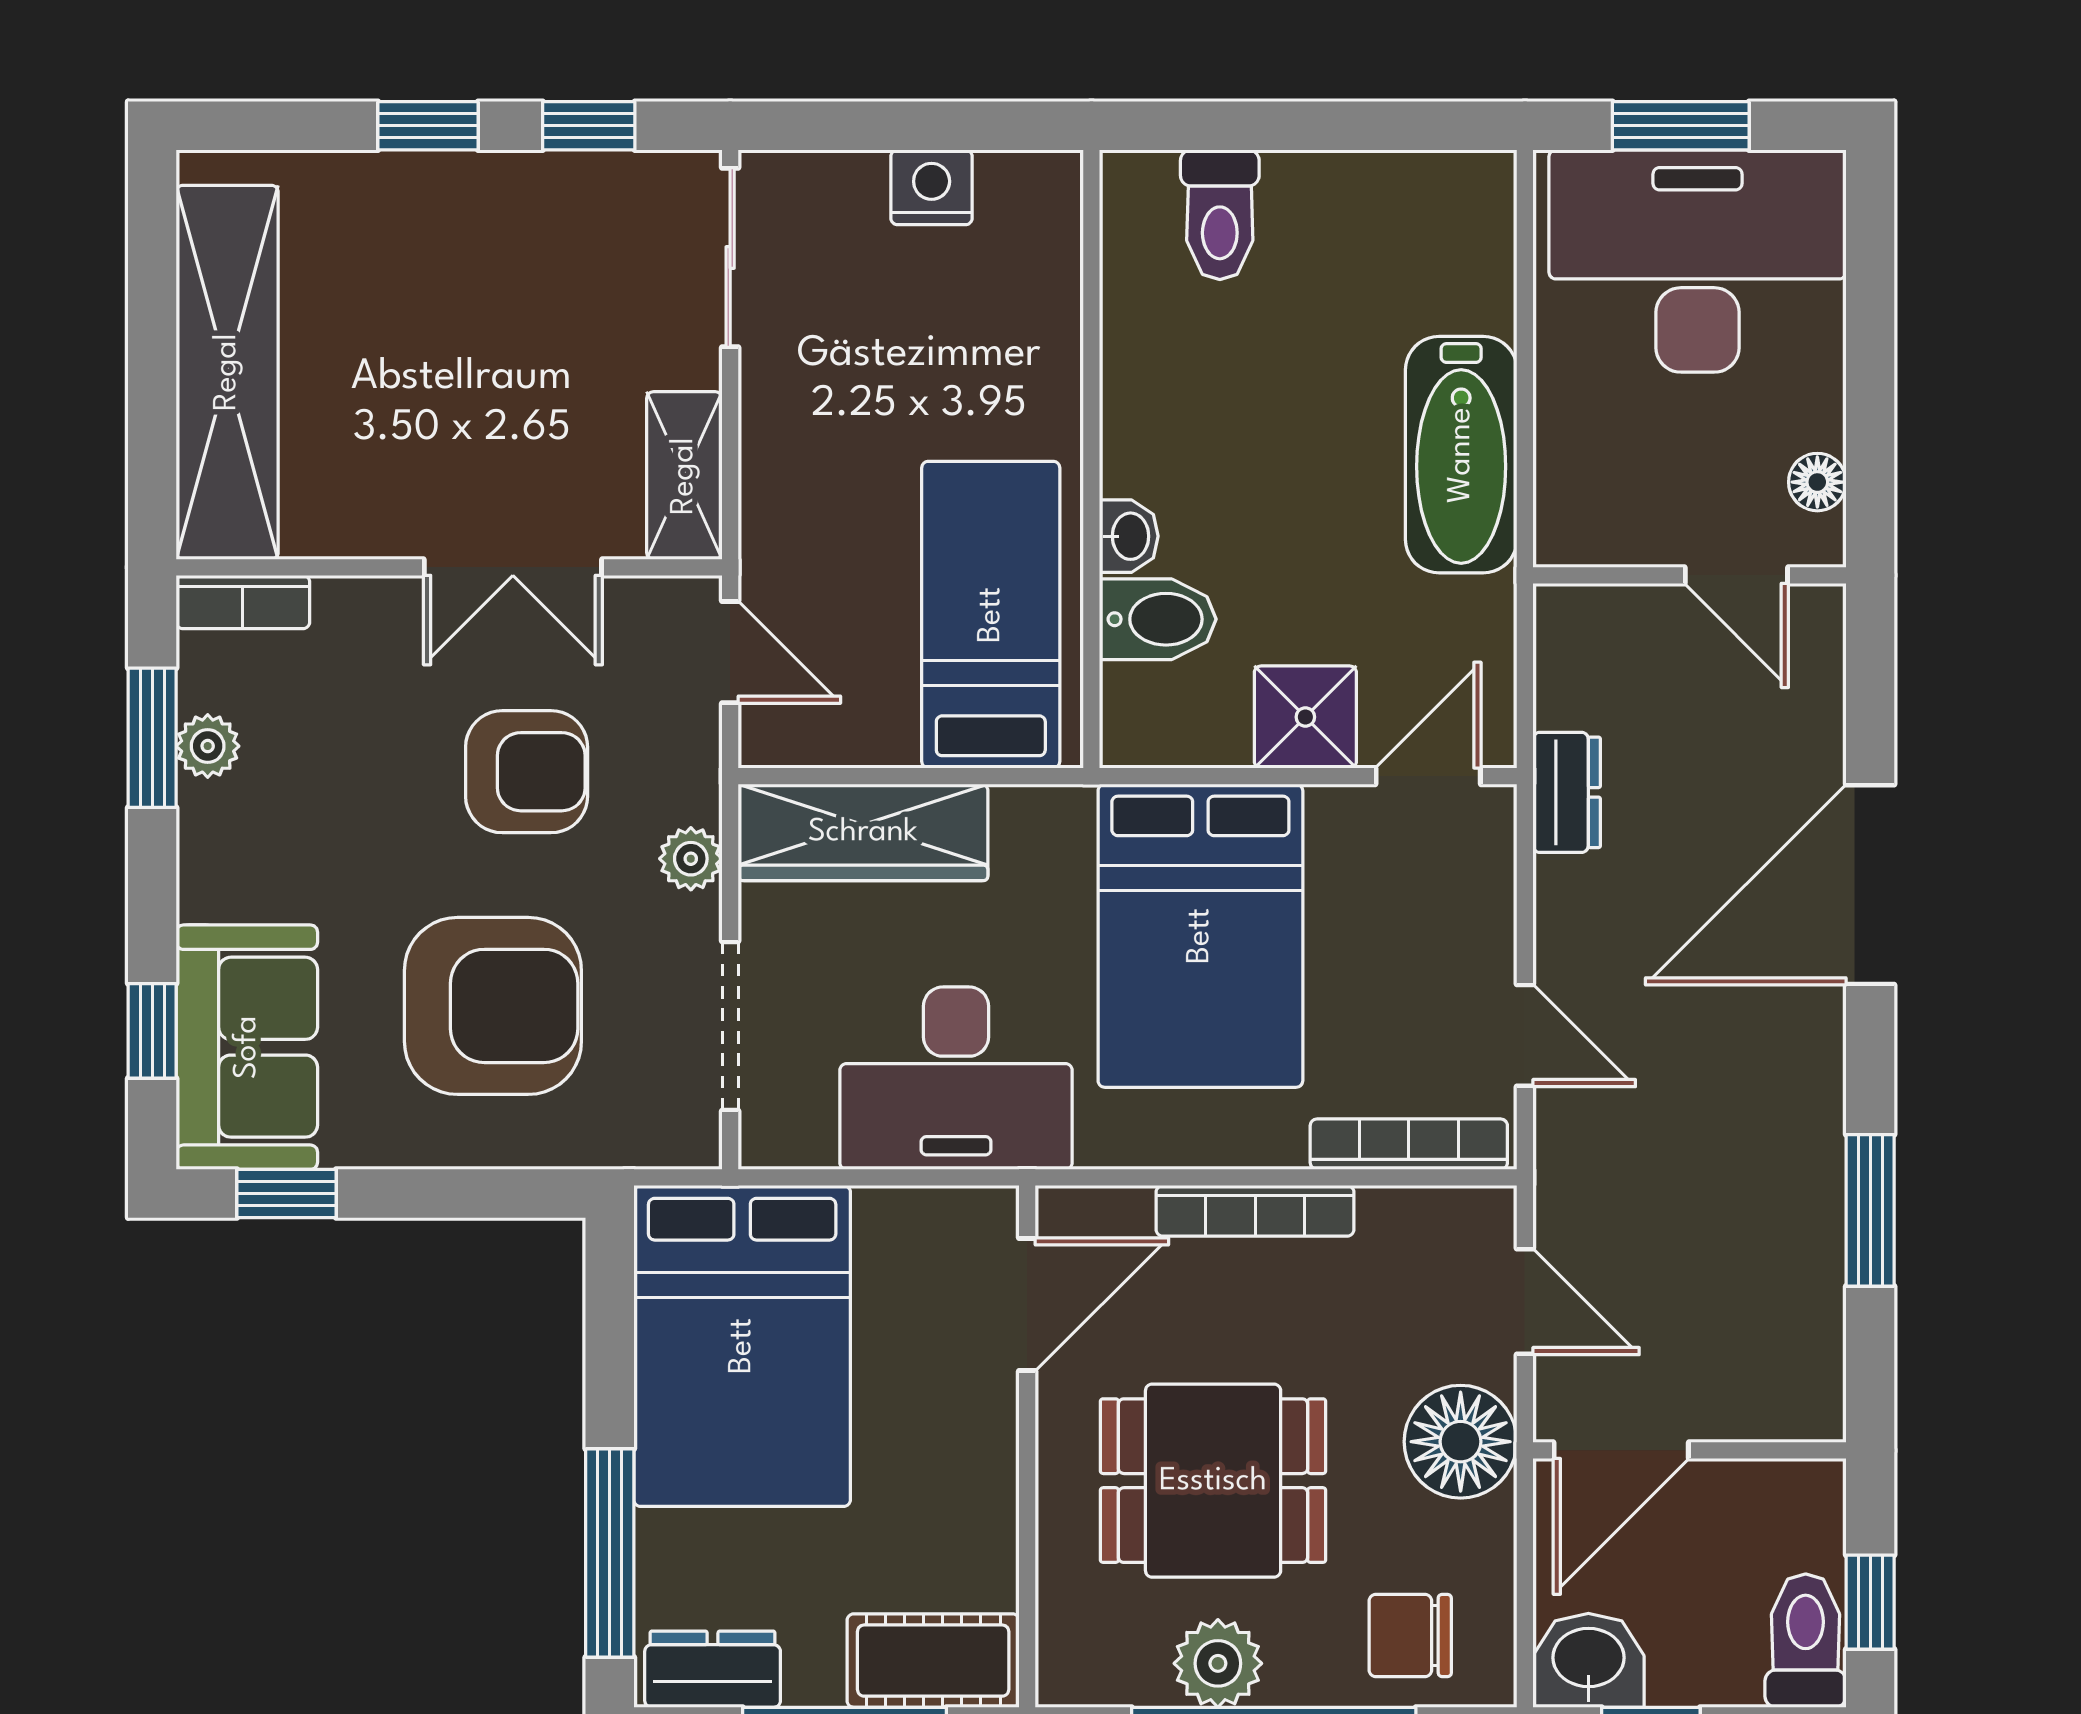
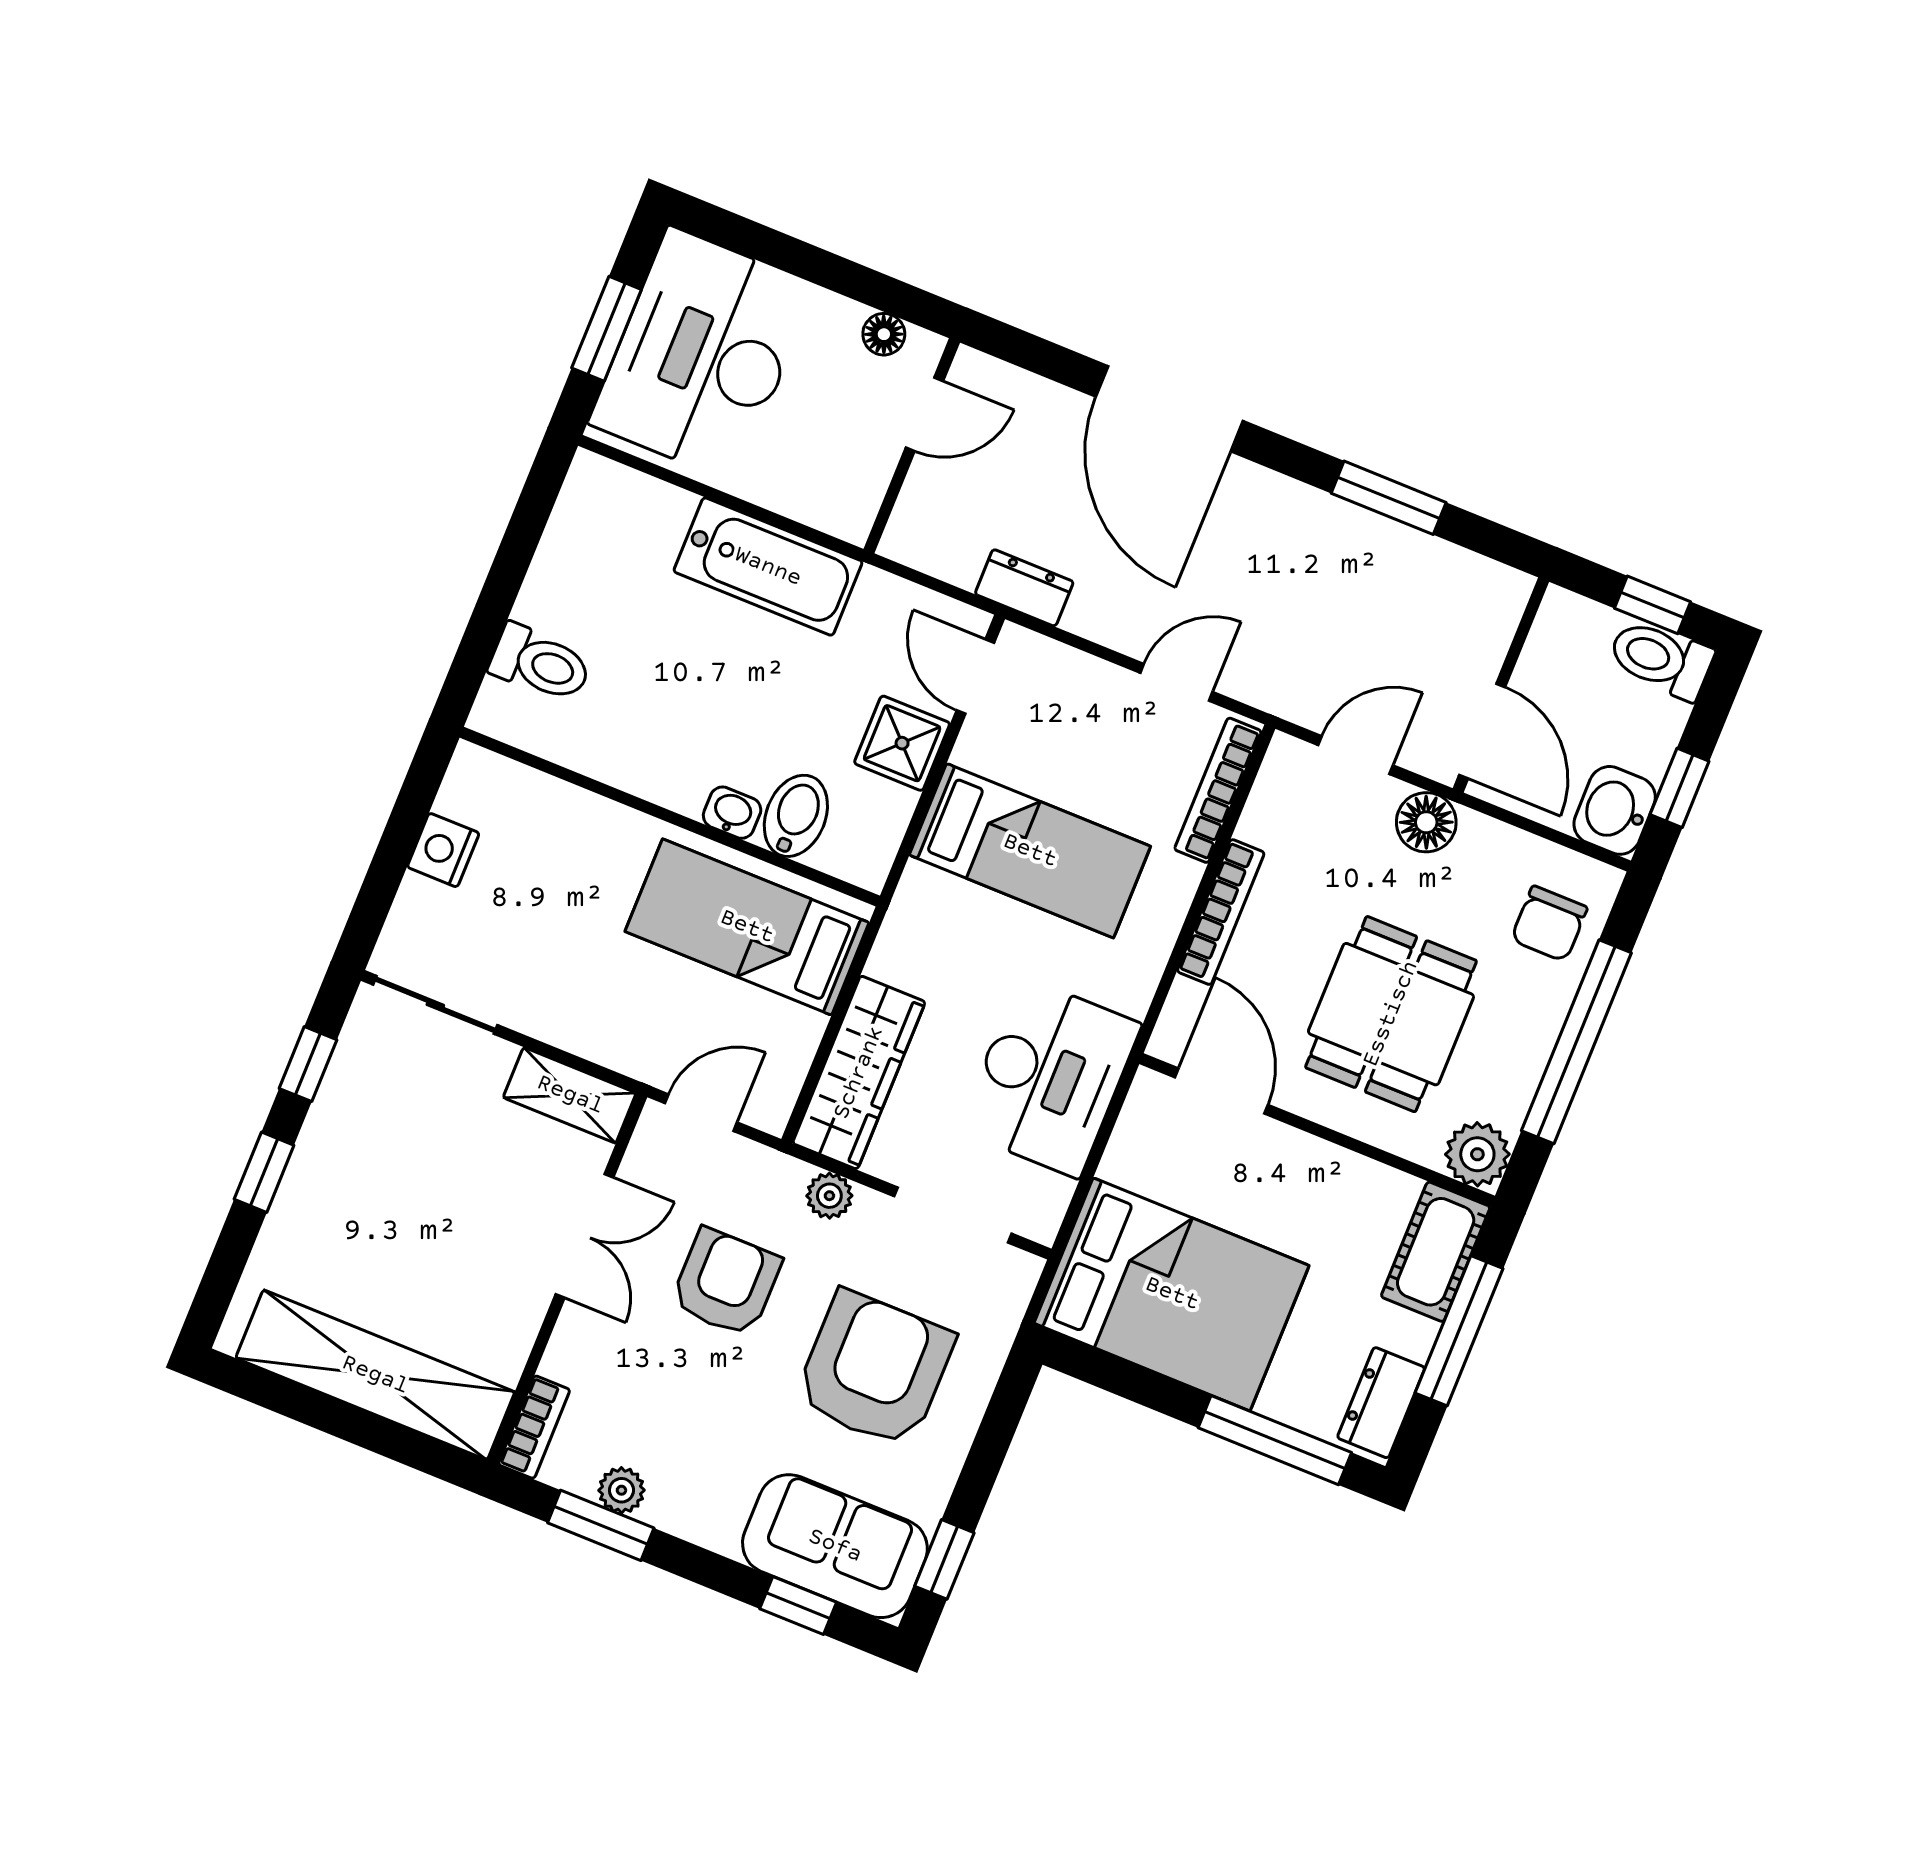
bed: (1200, 936) -> (1030, 851), width x0.67
floor lamp: (1461, 1442) -> (1426, 822), width x0.73, depth x0.73
plant: (1218, 1663) -> (1477, 1154), moved

